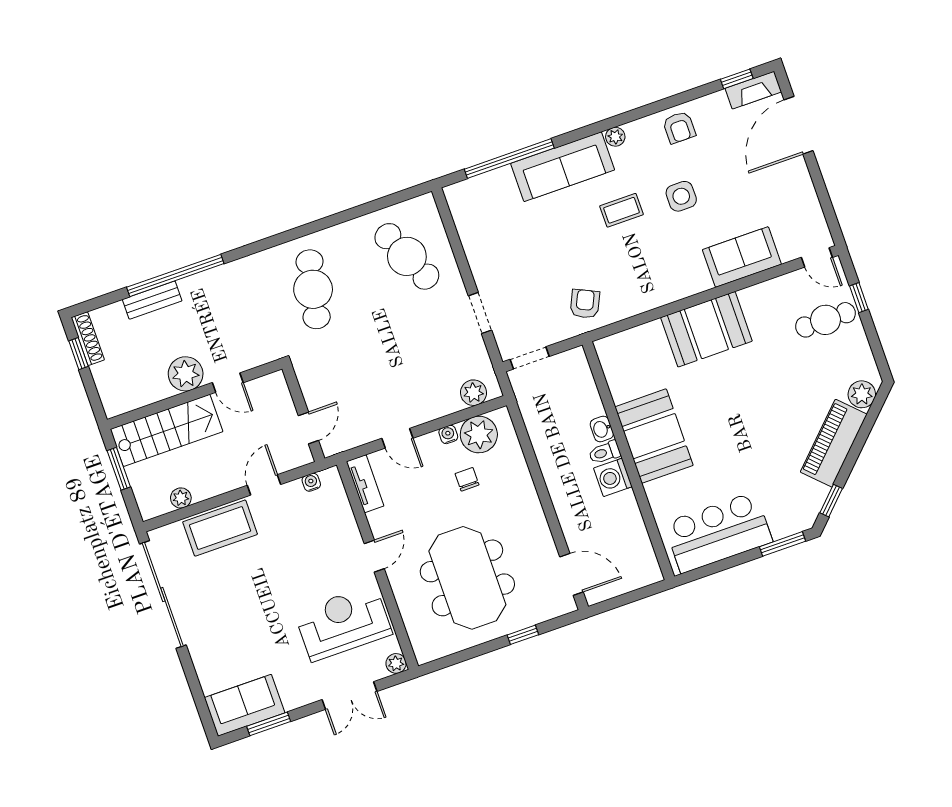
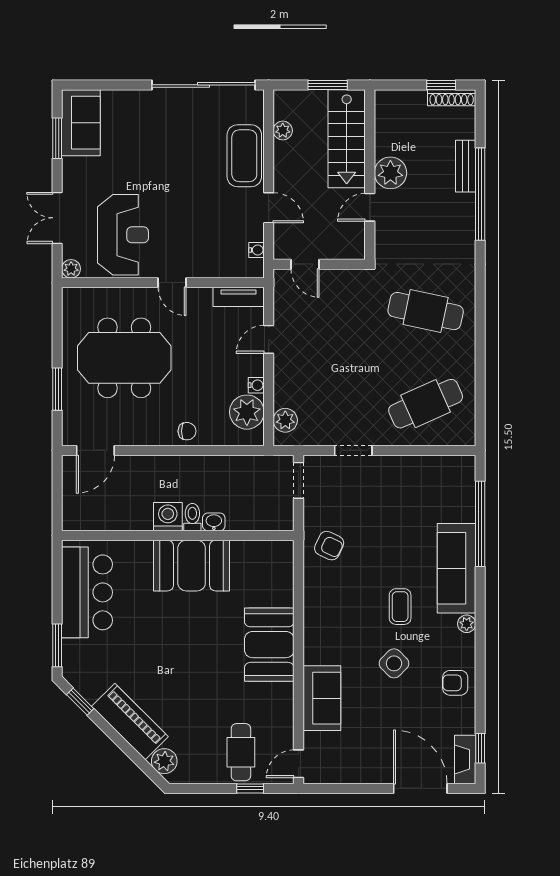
side table: (681, 196) -> (394, 663), turned 45
chair: (467, 479) -> (187, 431), moved
window: (523, 635) -> (57, 389), width x1.50

